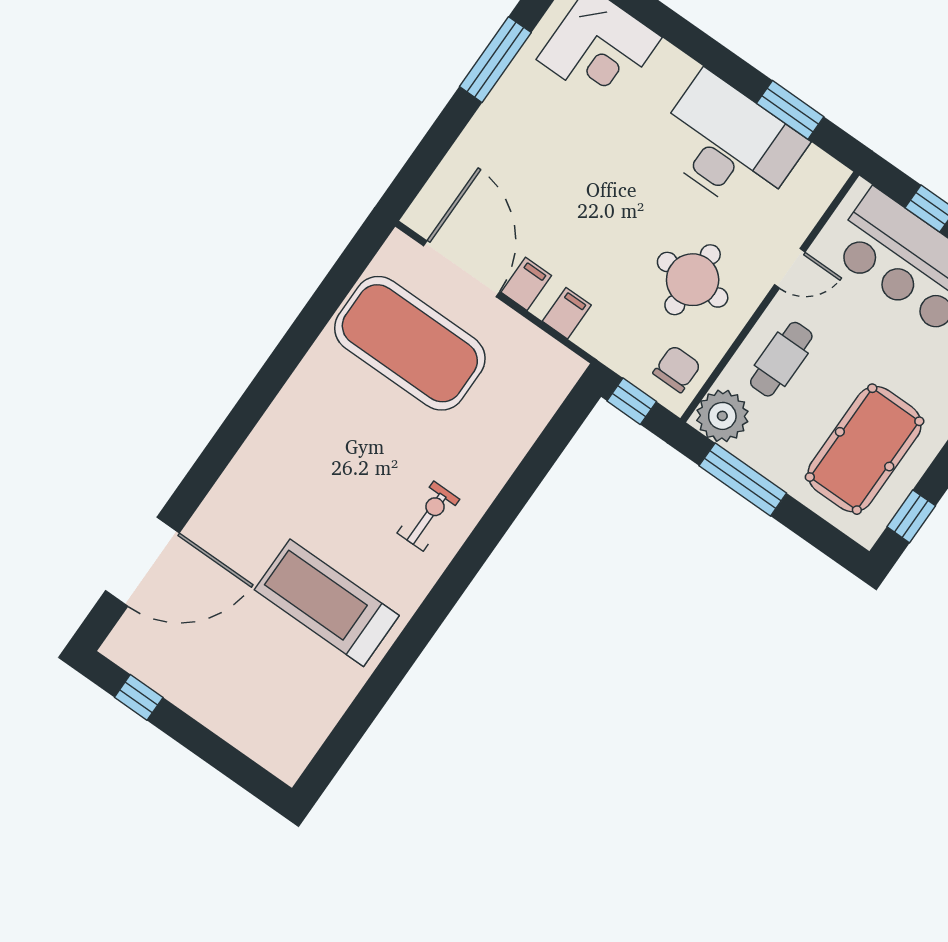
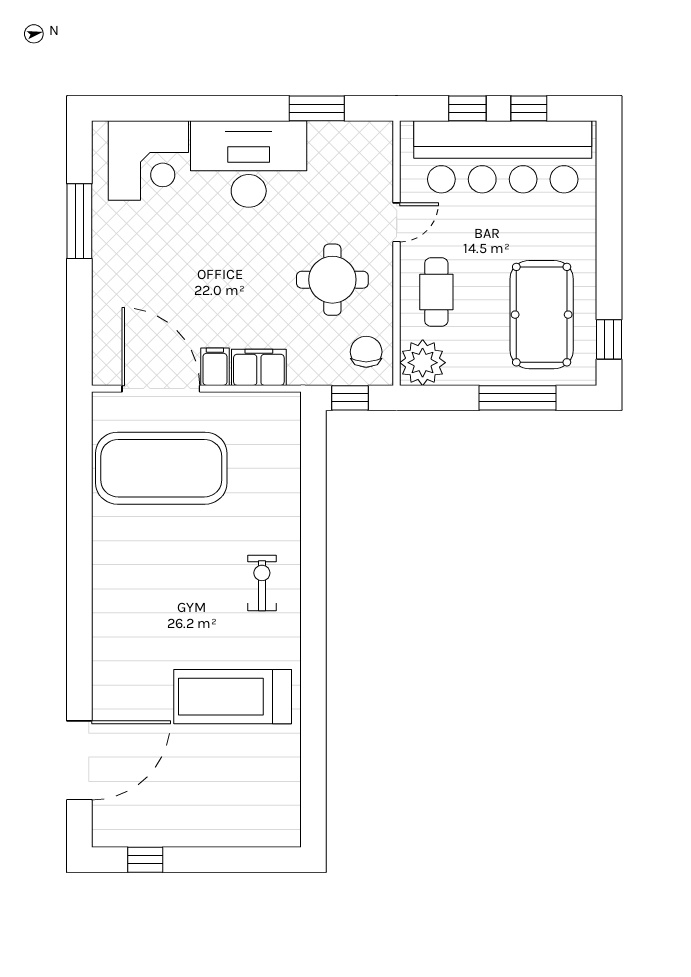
desk: (729, 144) -> (249, 164), moved
filing cabinet: (567, 313) -> (259, 367), width x2.00
window: (743, 479) -> (518, 398), moved

